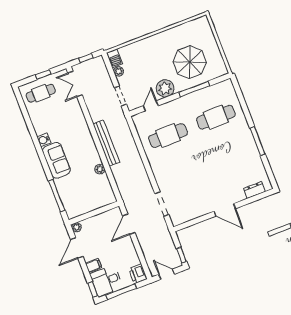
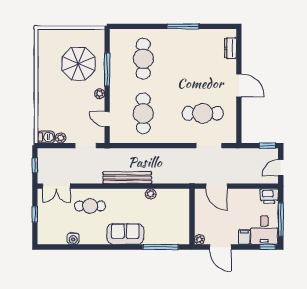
plant: (165, 88) -> (100, 94), width x0.53, depth x0.53
cafe table: (41, 93) -> (90, 206), moved, turned 90
water cooler: (44, 140) -> (73, 239), moved
cafe table: (188, 188) -> (203, 113), added
door: (225, 210) -> (239, 85), hinge flipped

